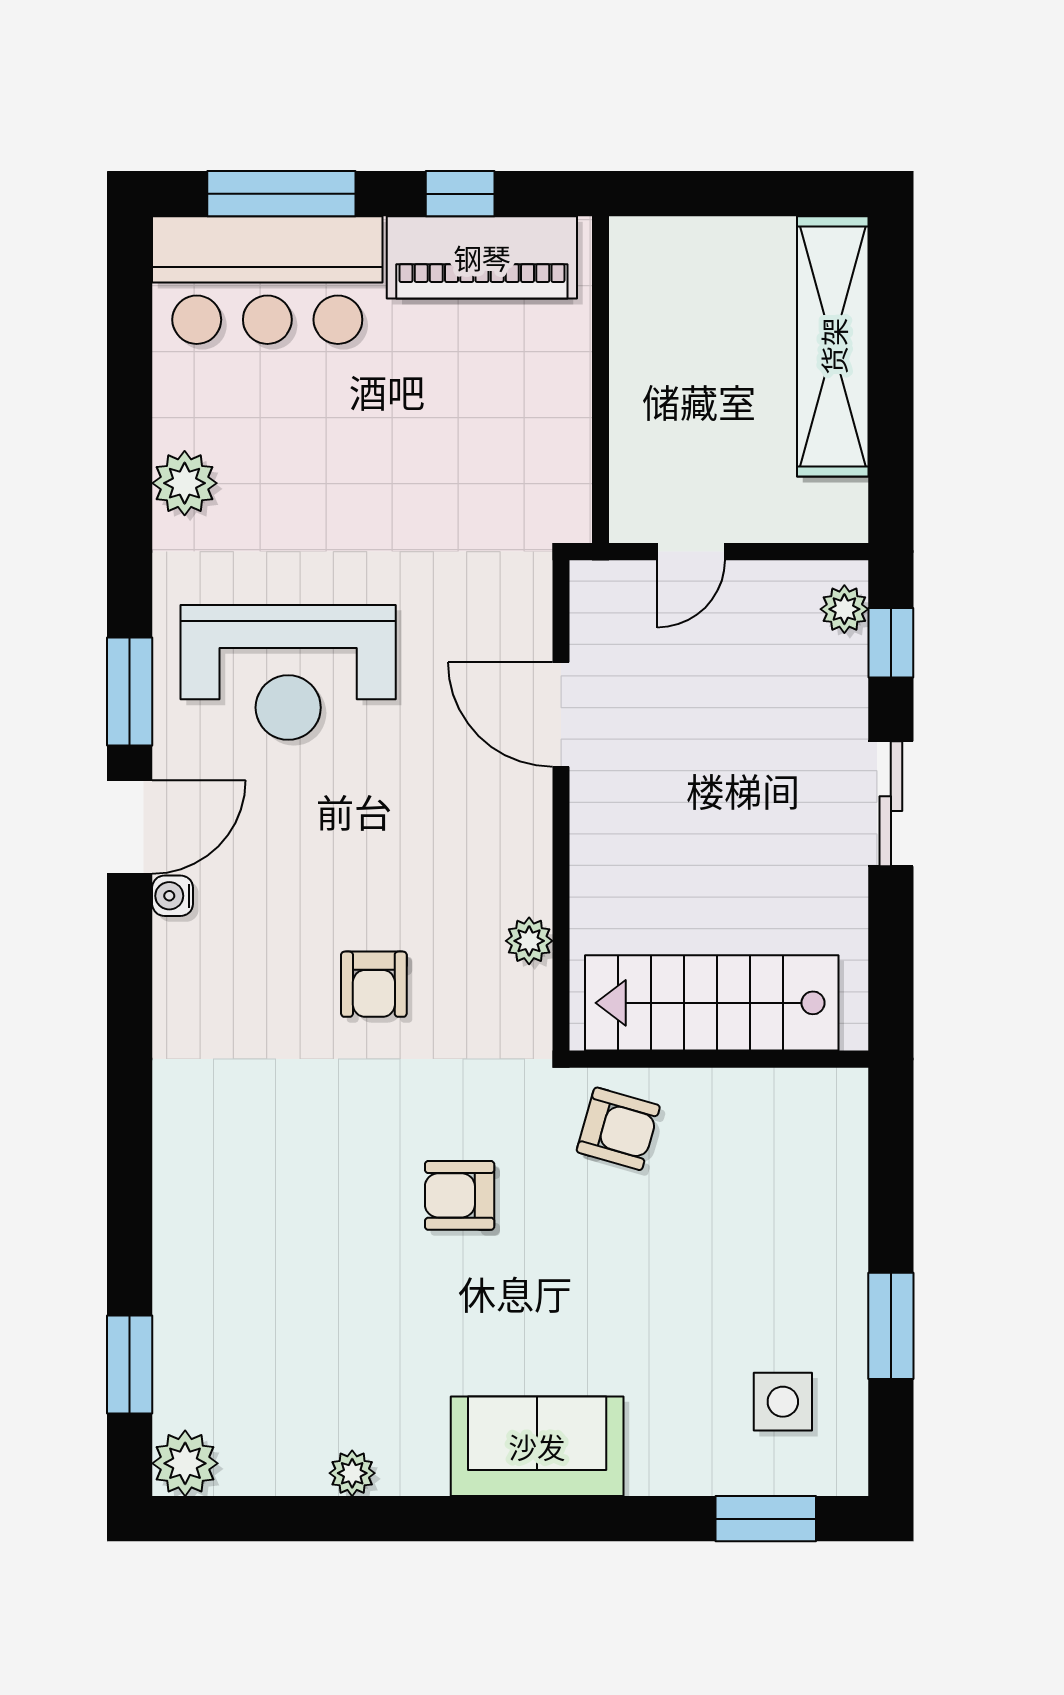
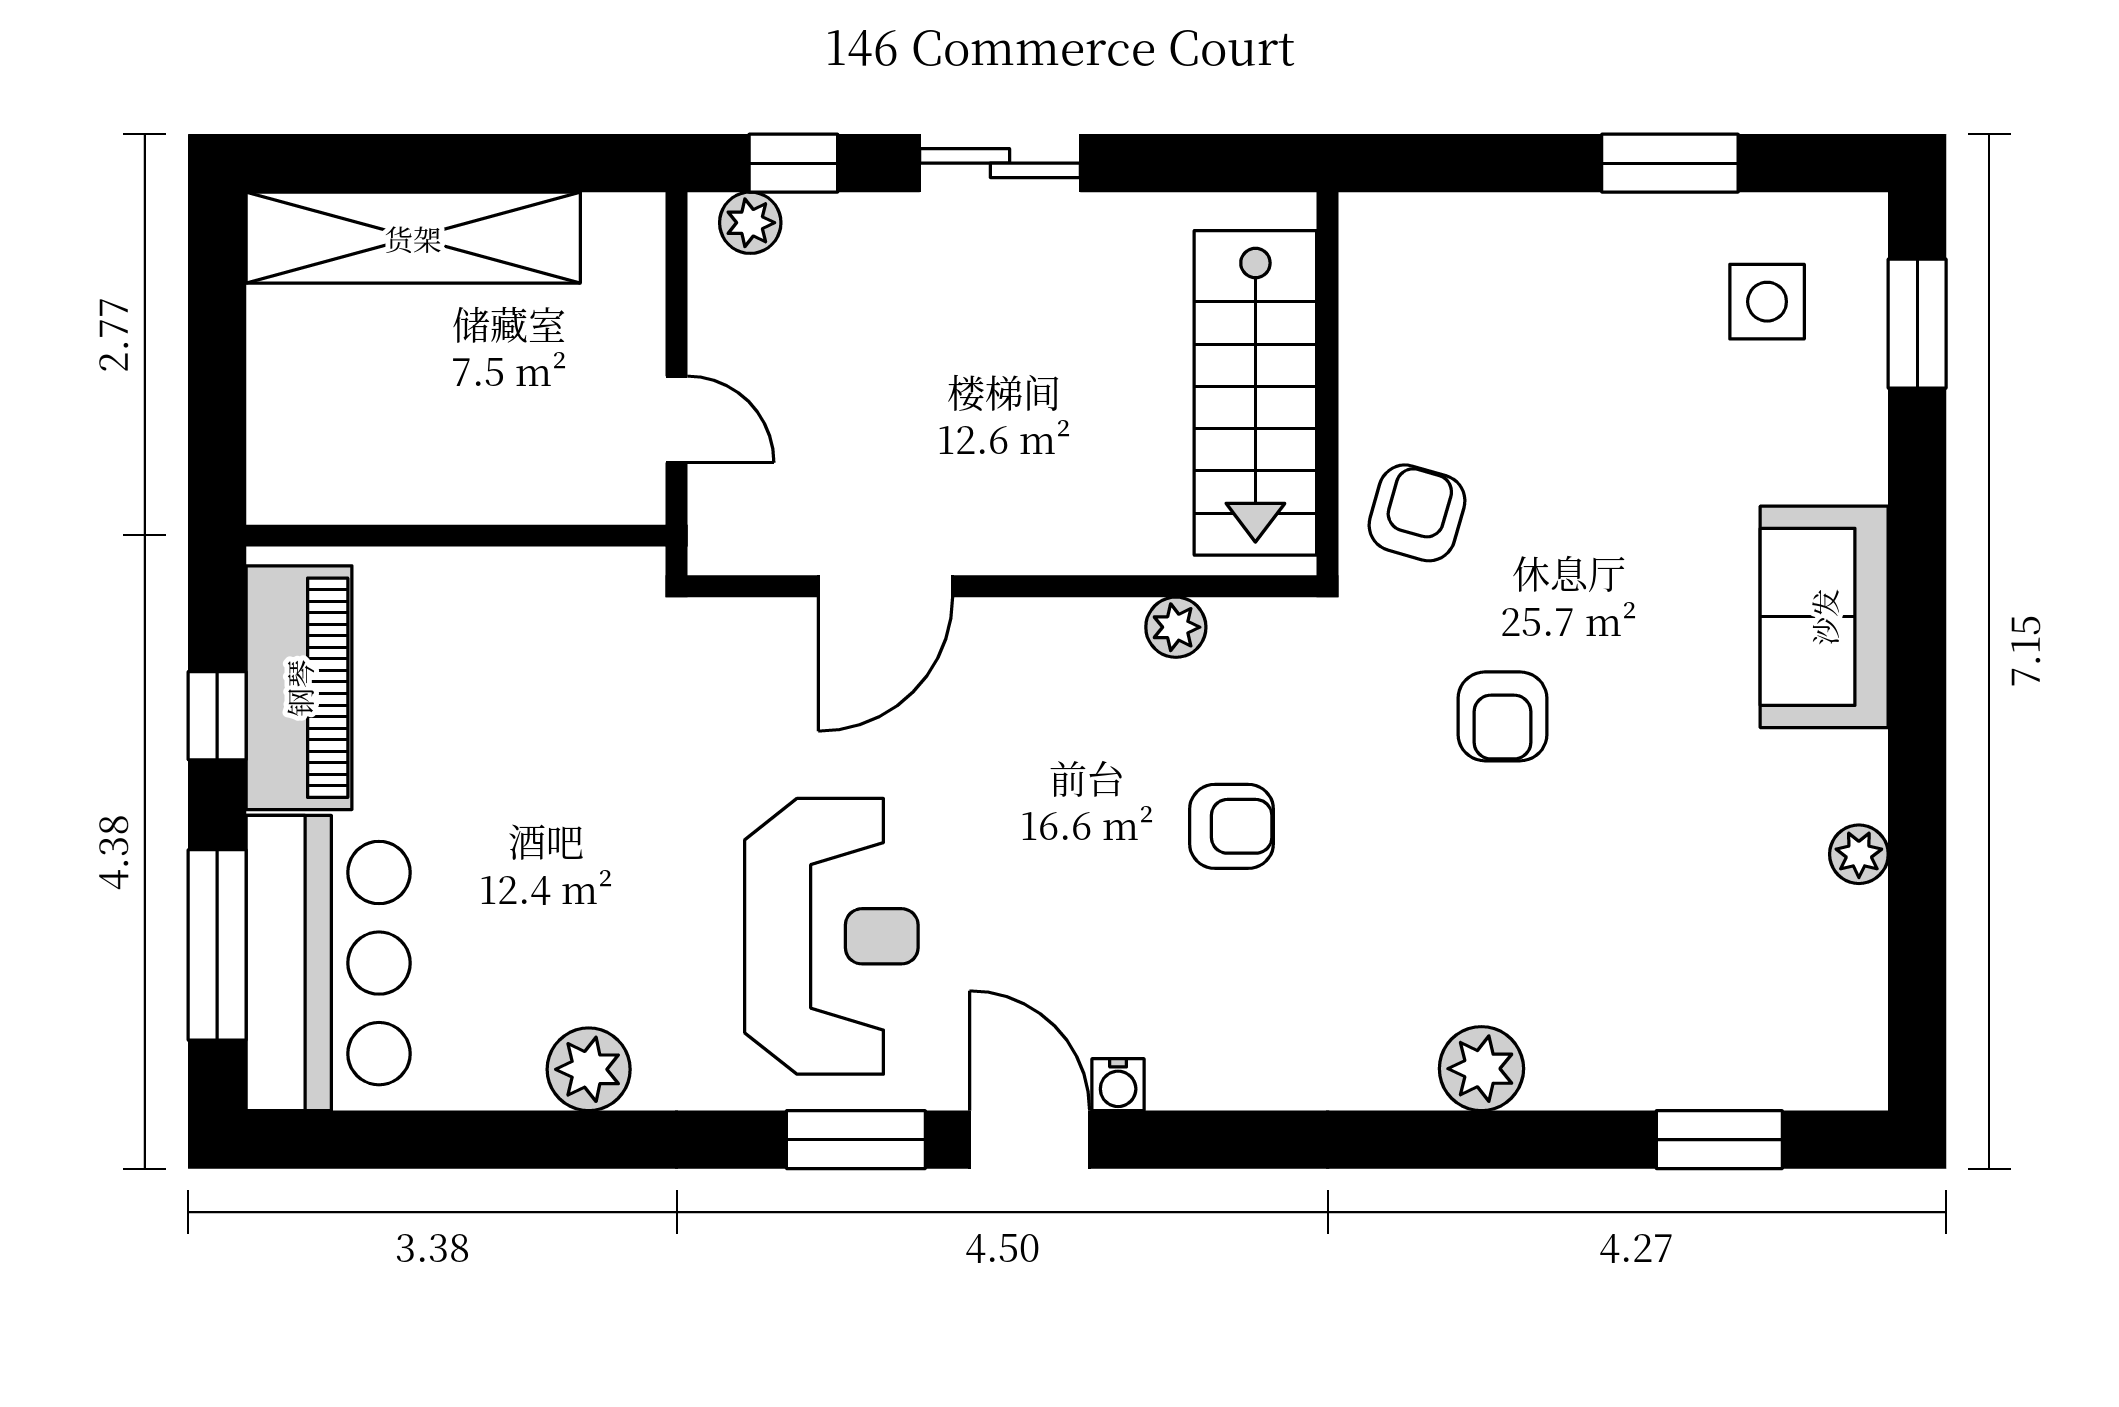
plant: (185, 1463) -> (1481, 1069), moved

